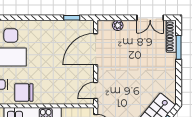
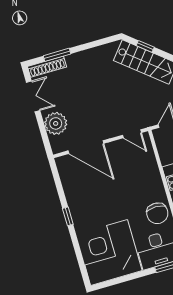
window: (72, 18) -> (68, 216), moved
plant: (118, 25) -> (56, 123), width x1.88, depth x1.88

